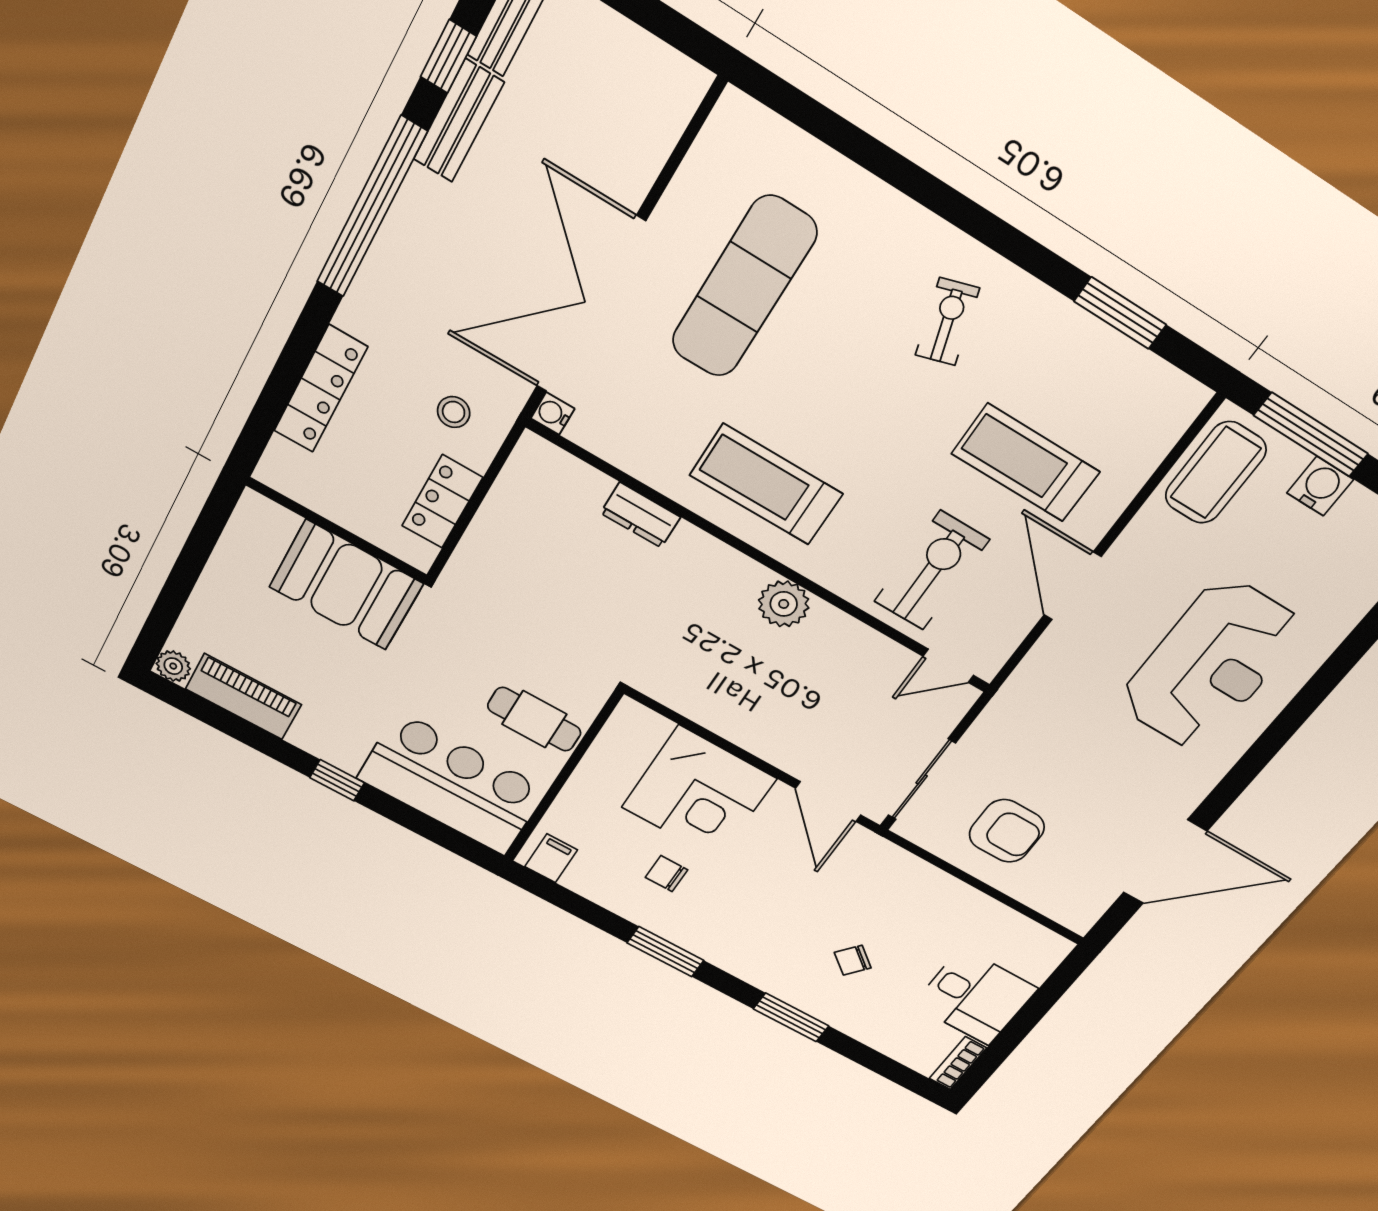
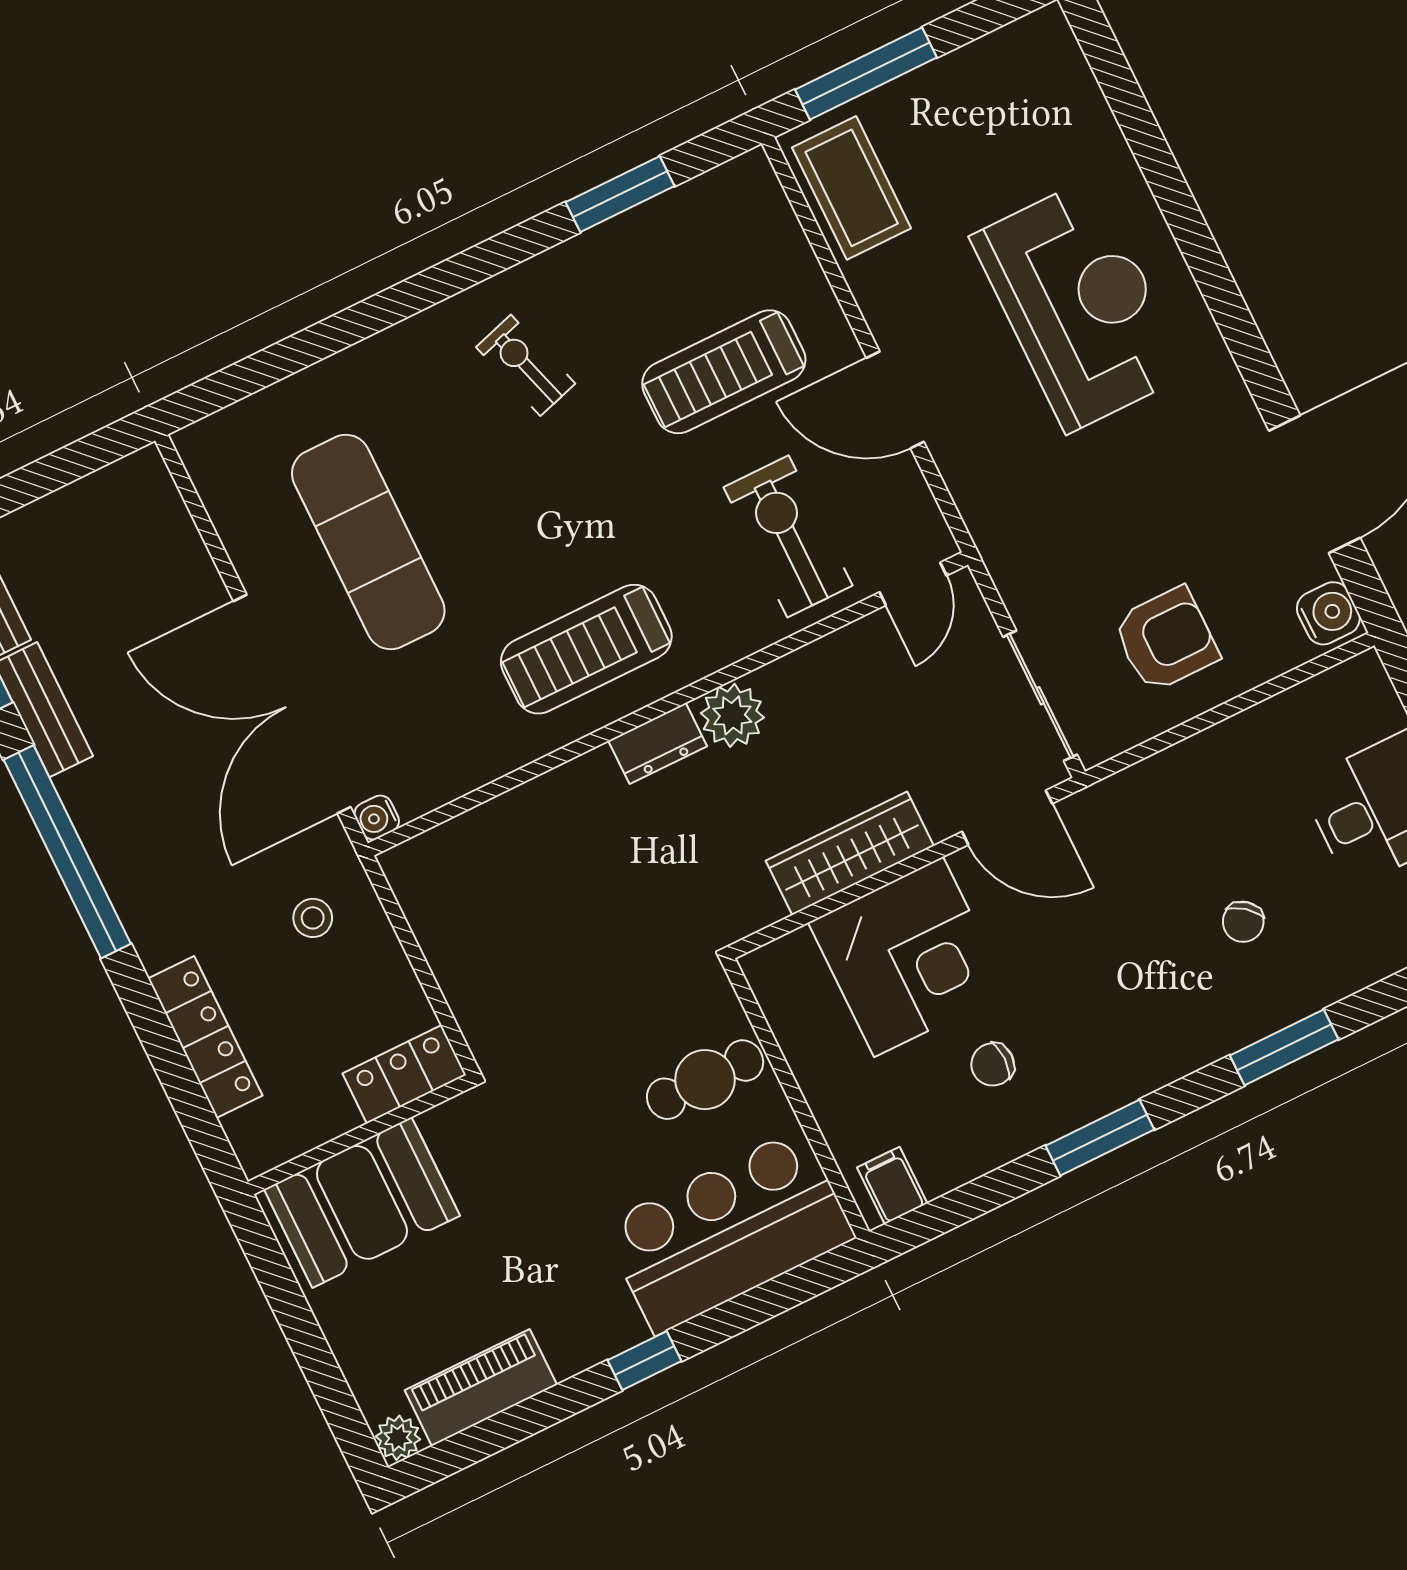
water cooler: (1320, 486) -> (1328, 613), moved, turned 90
locker: (442, 502) -> (404, 1074), moved, turned 90
dresser: (641, 515) -> (658, 743), moved
booth: (346, 585) -> (362, 1202), moved
wardrobe: (741, 724) -> (850, 853), added

